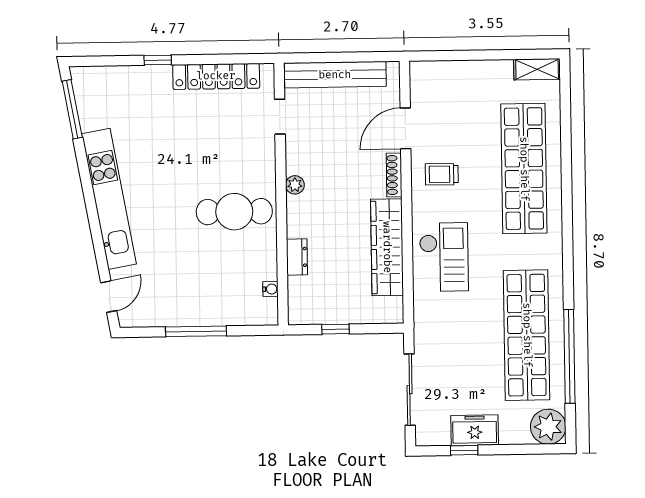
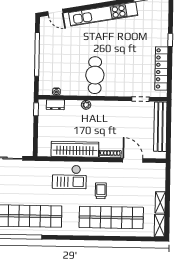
shelving: (490, 70) -> (160, 202), added
trolley: (442, 174) -> (101, 191), moved
plant: (295, 185) -> (86, 105), moved
dresser: (297, 257) -> (55, 105), moved
window: (336, 329) -> (36, 109), moved
window: (196, 331) -> (37, 54), width x1.46

